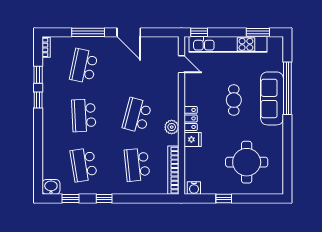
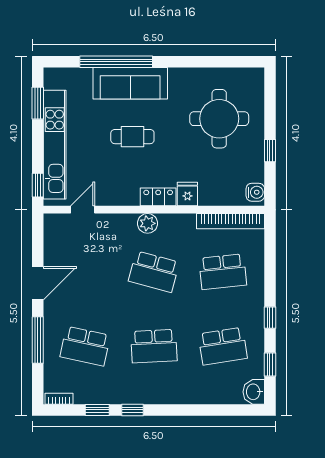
plant: (172, 127) -> (147, 223), moved

